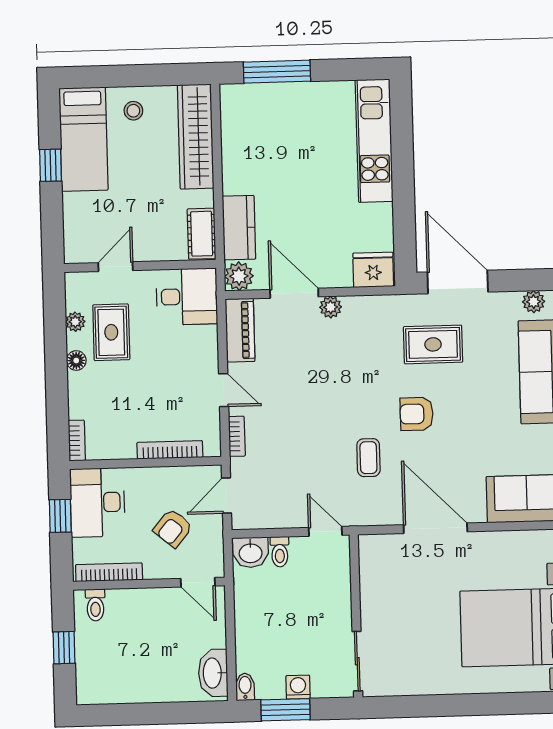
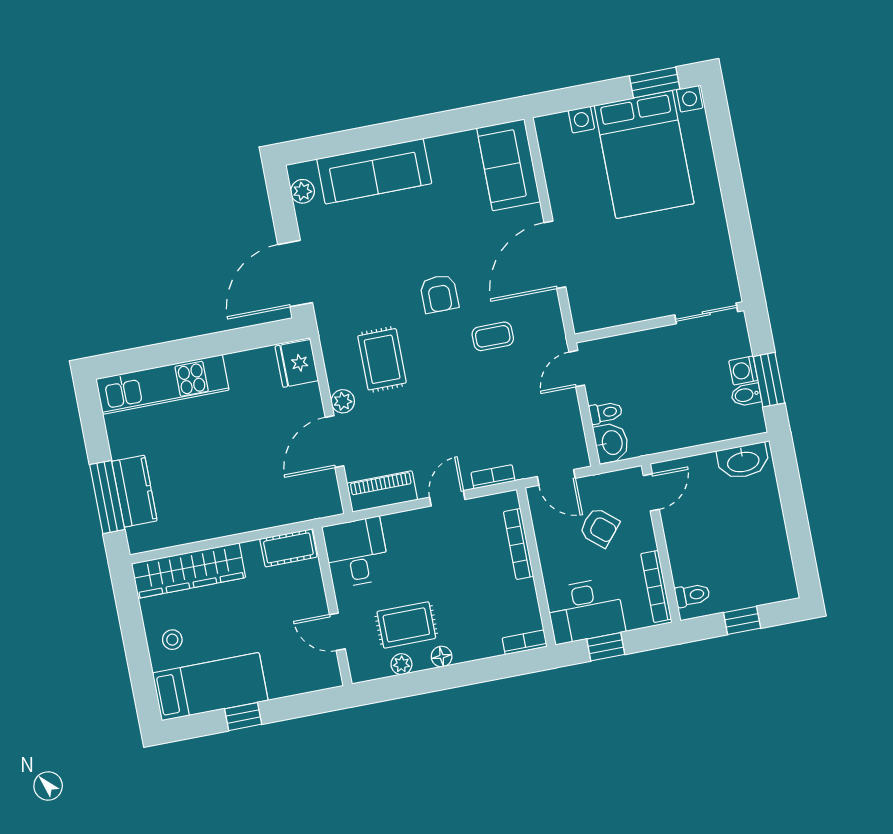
kitchen counter: (239, 228) -> (134, 491), moved, turned 90
plant: (239, 276) -> (326, 502), removed
rug: (433, 344) -> (382, 359), moved
bidet: (245, 687) -> (746, 395), moved

